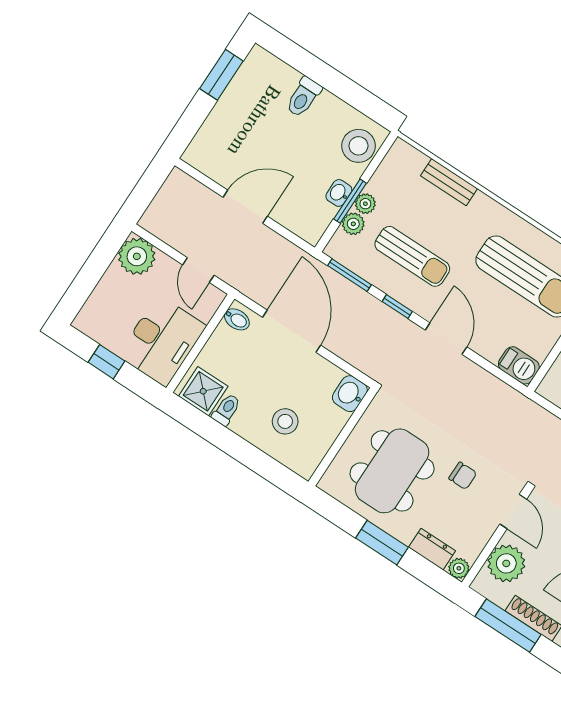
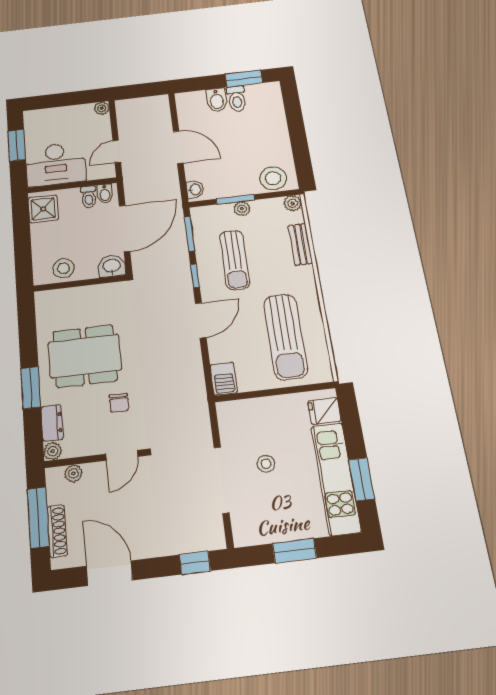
toilet: (303, 97) -> (237, 99), moved, turned -90
bidet: (223, 123) -> (217, 100), added
washbasin: (339, 193) -> (195, 189), moved, turned 90
plant: (353, 224) -> (293, 203), moved
plant: (137, 256) -> (102, 108), width x0.53, depth x0.53
window: (106, 362) -> (17, 145), width x1.50
washbasin: (350, 394) -> (112, 266), moved
toilet: (226, 410) -> (89, 197), moved, turned 90
wall: (343, 437) -> (80, 283), moved
plant: (506, 563) -> (73, 473), width x0.53, depth x0.53

